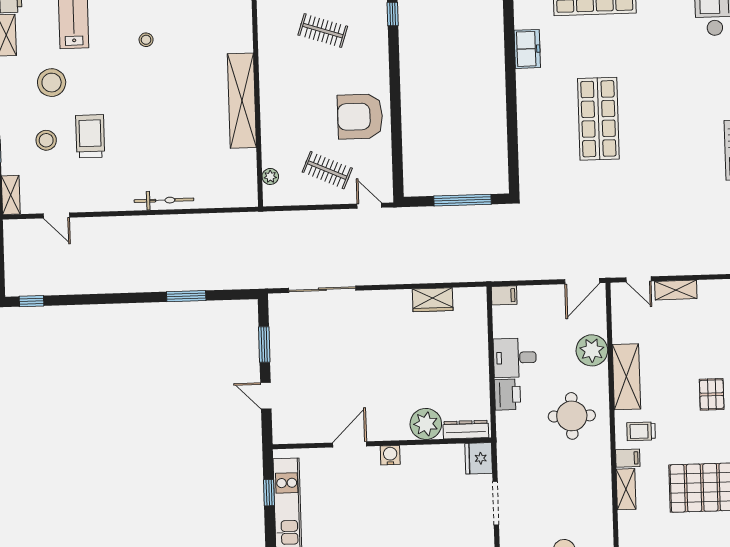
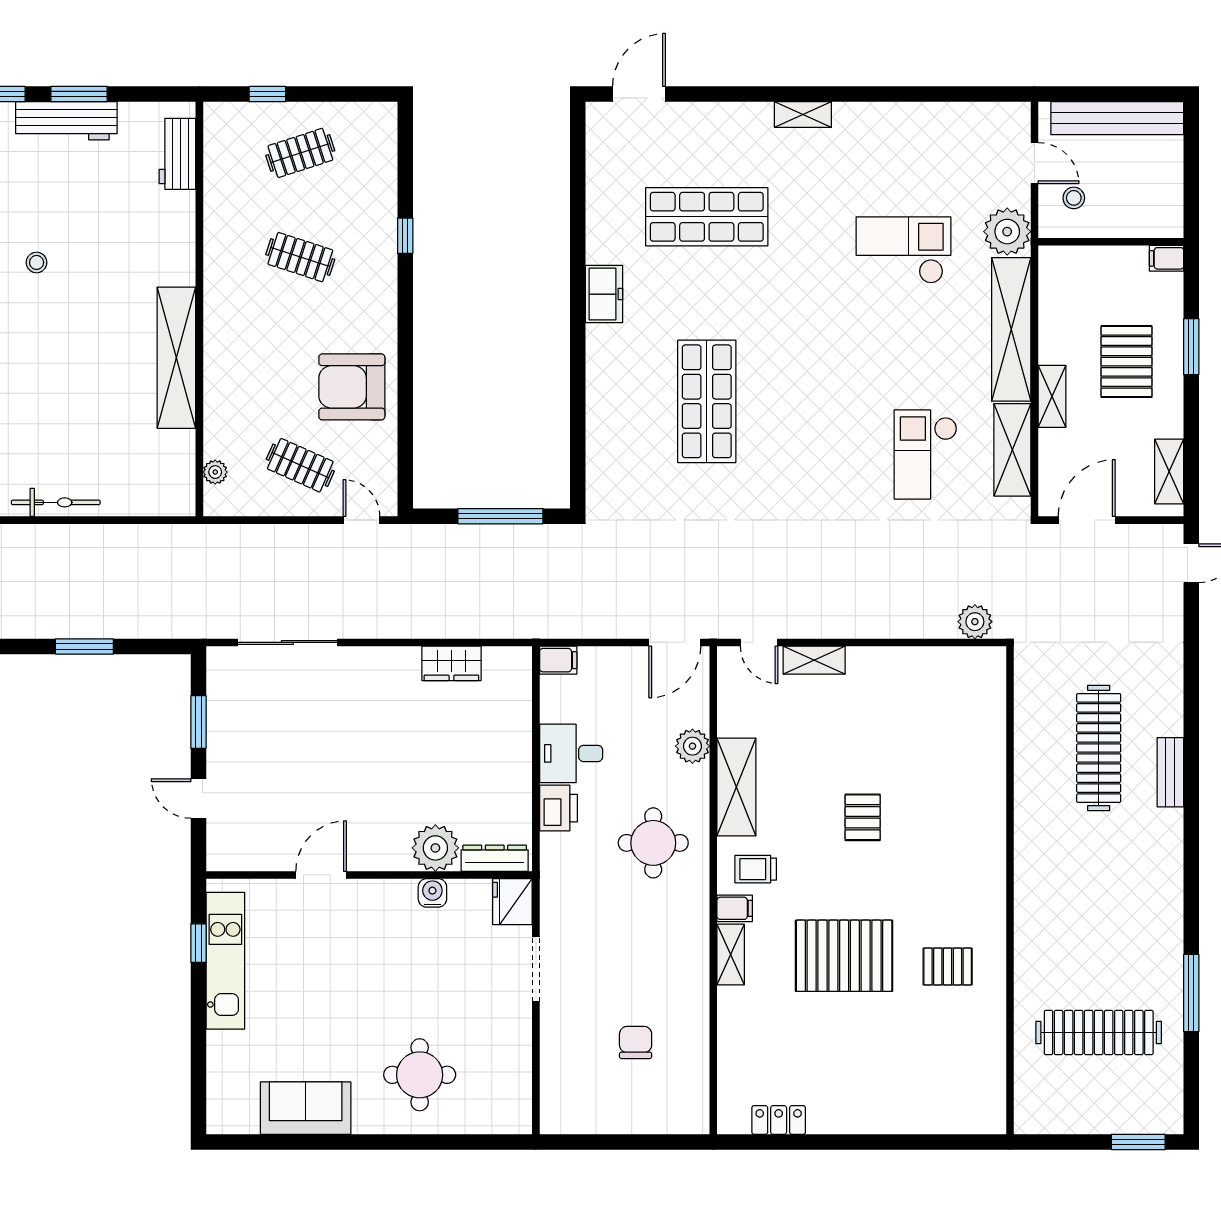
plant: (592, 350) -> (692, 746), width x0.73, depth x0.73
water cooler: (390, 455) -> (432, 893), moved

